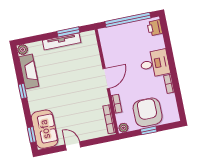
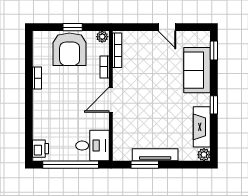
desk: (155, 64) -> (93, 146), moved, turned 180
sofa: (45, 129) -> (197, 70), moved

